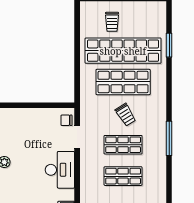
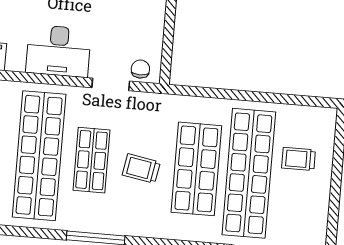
trolley: (126, 115) -> (141, 169), turned 42
shop shelf: (123, 176) -> (39, 156), width x2.00, depth x1.36

